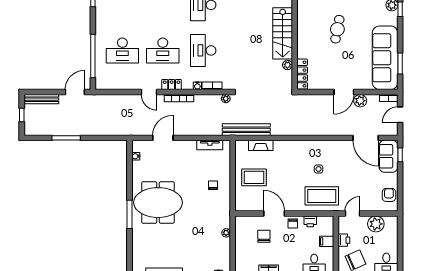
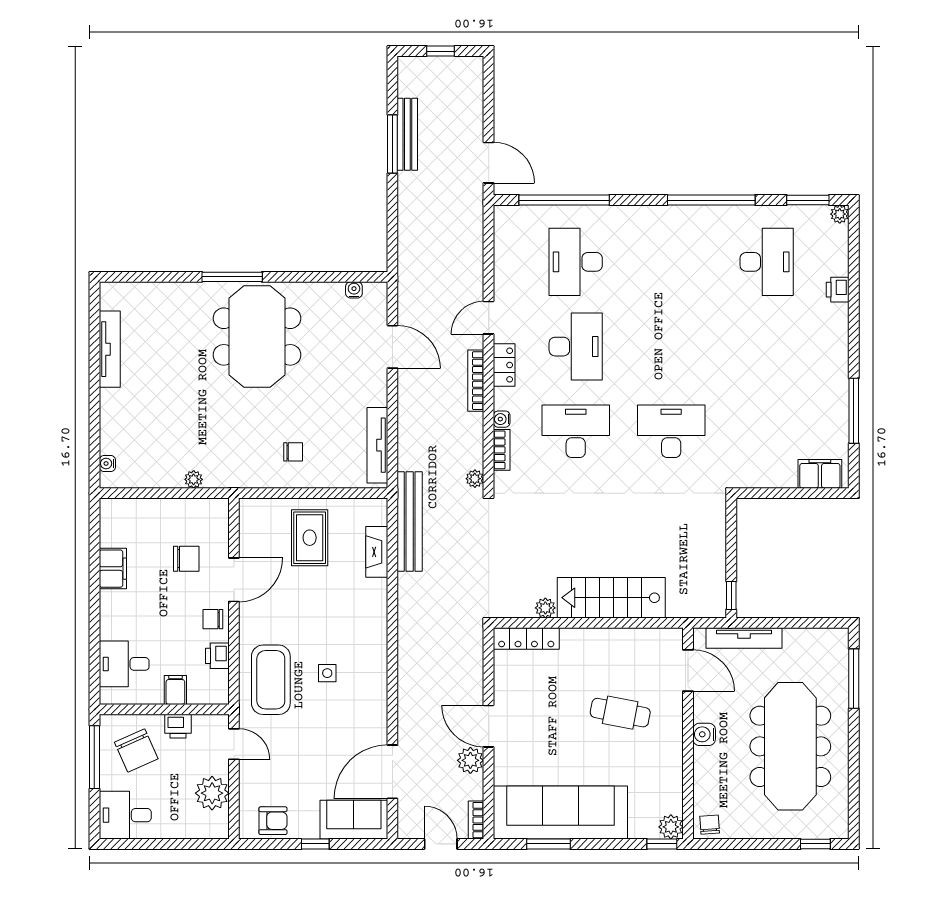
desk: (163, 50) -> (576, 347), turned 180
bench: (41, 99) -> (407, 134), moved
tv unit: (210, 145) -> (377, 445), width x1.41
window: (400, 155) -> (315, 844), moved

